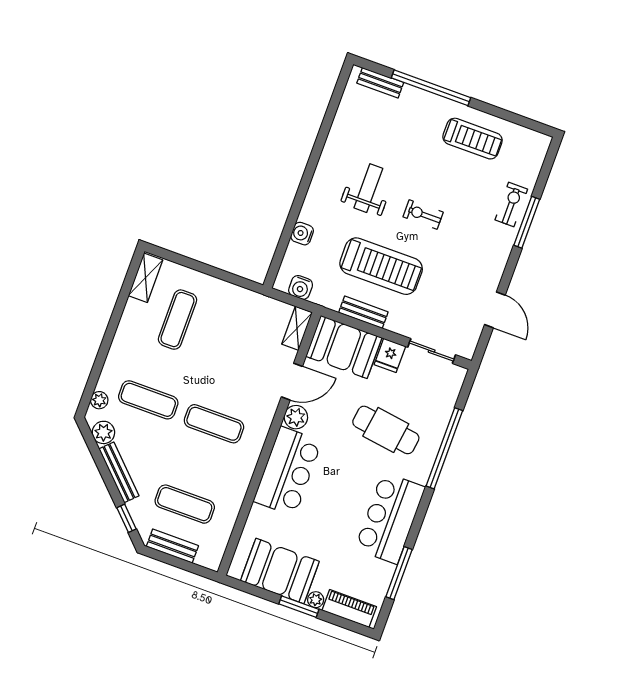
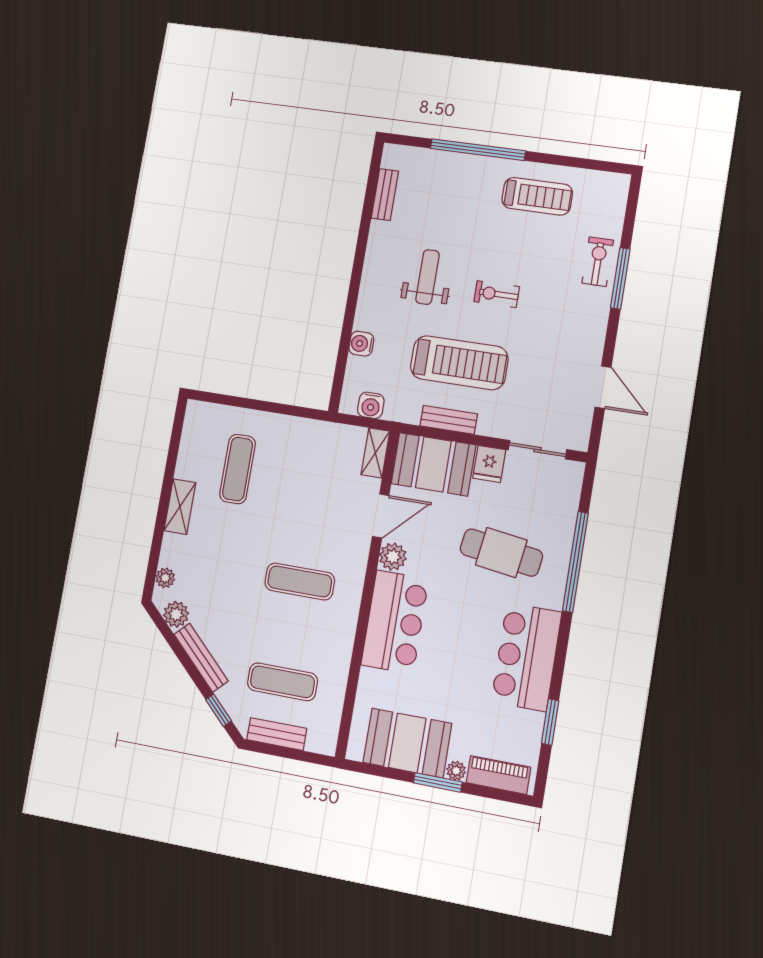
bench: (380, 83) -> (385, 195), moved, turned 90
shelving: (146, 278) -> (180, 507), moved
exercise mat: (148, 400) -> (220, 567), removed
window: (399, 573) -> (550, 722), width x0.69

